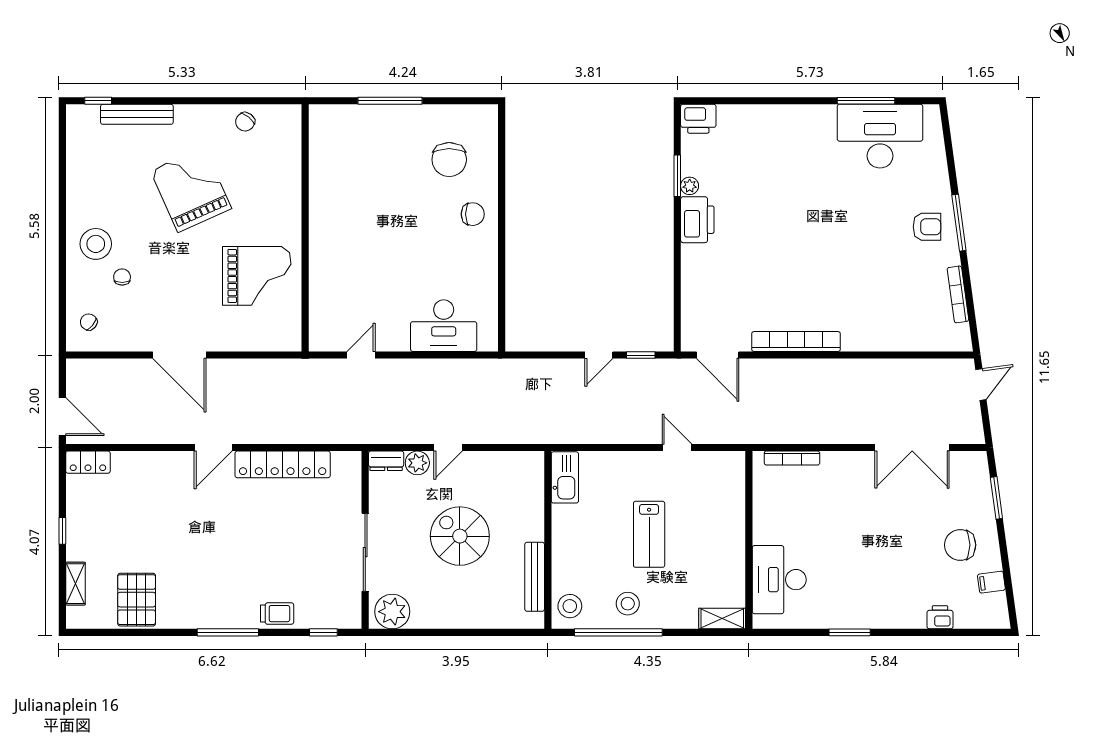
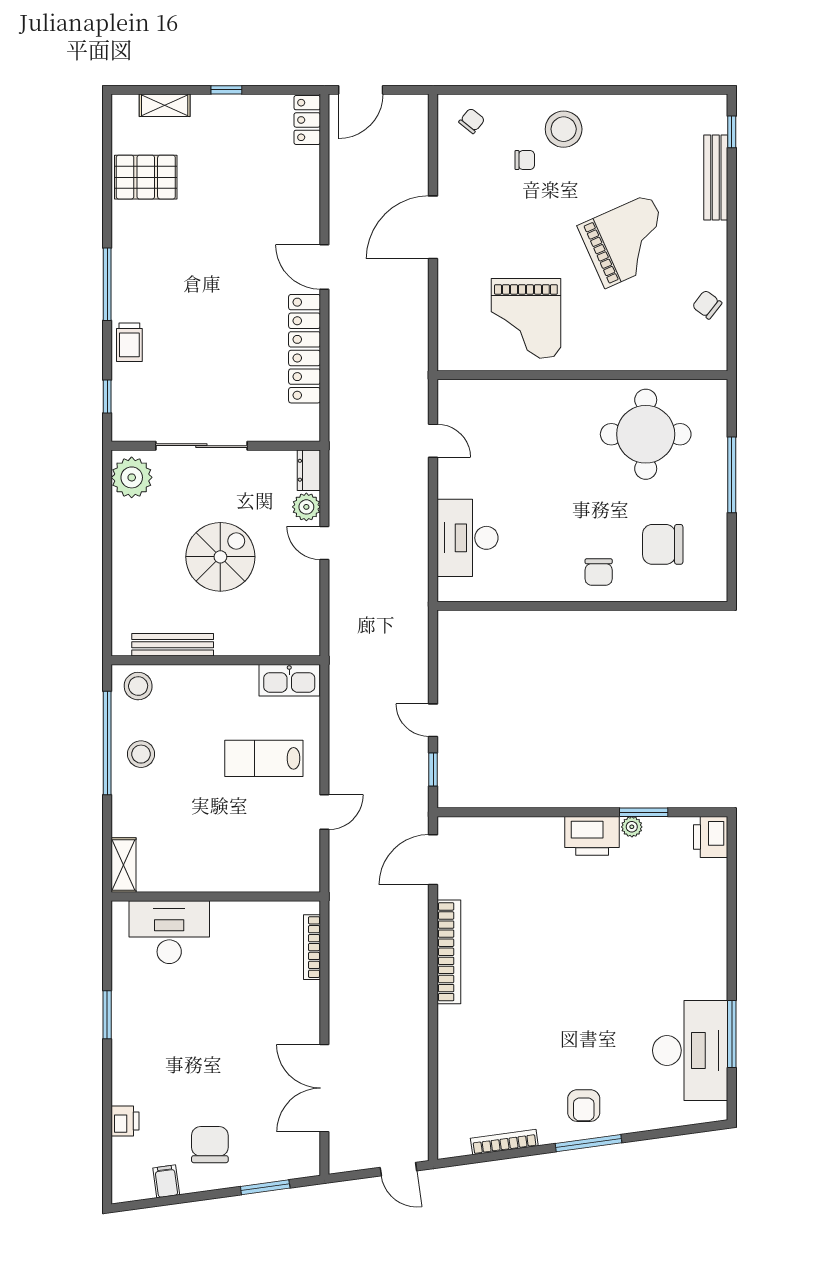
round table: (355, 174) -> (646, 434), added
lab bench: (649, 534) -> (264, 758), moved

